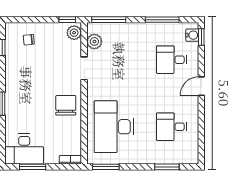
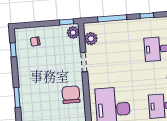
window: (109, 20) -> (112, 18), moved
window: (162, 20) -> (147, 16), width x0.46

